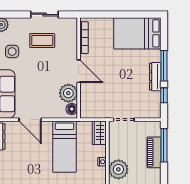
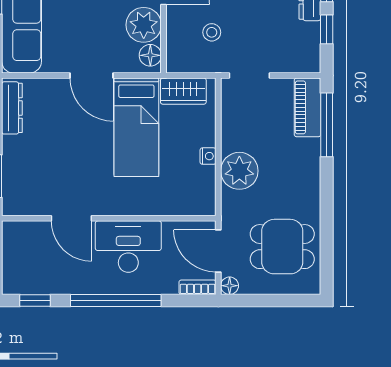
stool: (104, 97) -> (212, 32), added
door: (30, 120) -> (92, 75), moved
wardrobe: (99, 133) -> (183, 91), moved, turned -90
piano: (154, 152) -> (308, 107), moved

